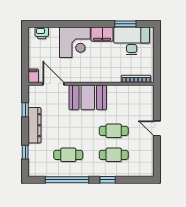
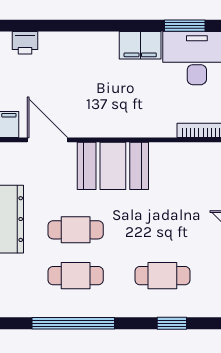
corner desk: (75, 42) -> (88, 61), removed
cafe table: (114, 131) -> (76, 230), moved
window: (108, 180) -> (172, 323), moved

